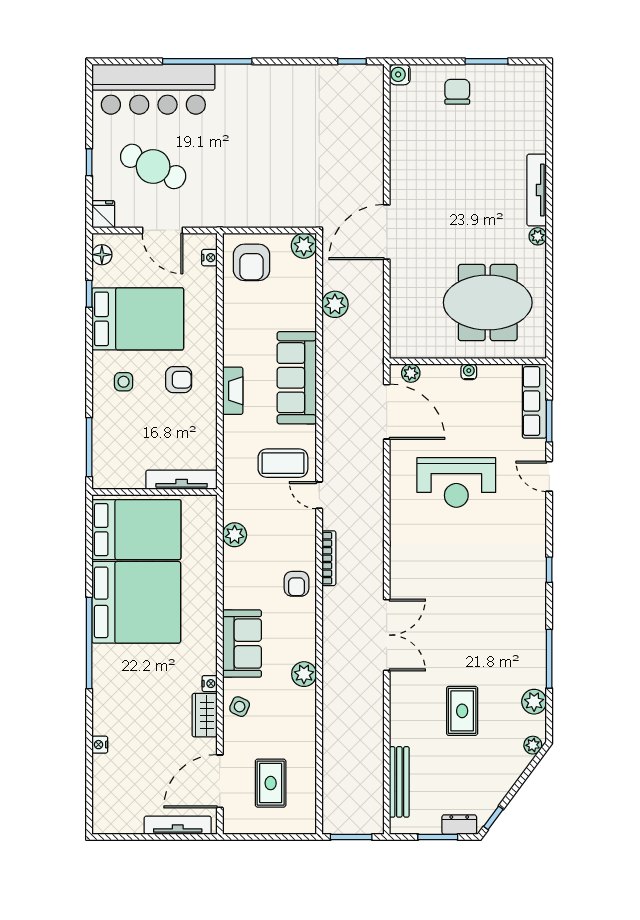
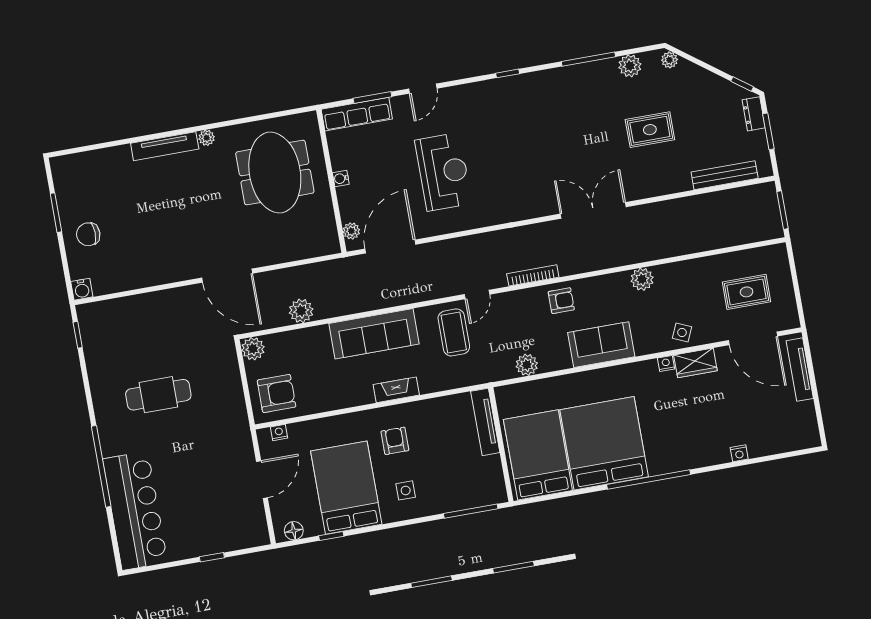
cafe table: (153, 166) -> (158, 395), moved, turned 64
fridge: (103, 214) -> (257, 536), removed
sofa: (242, 644) -> (601, 345), moved

